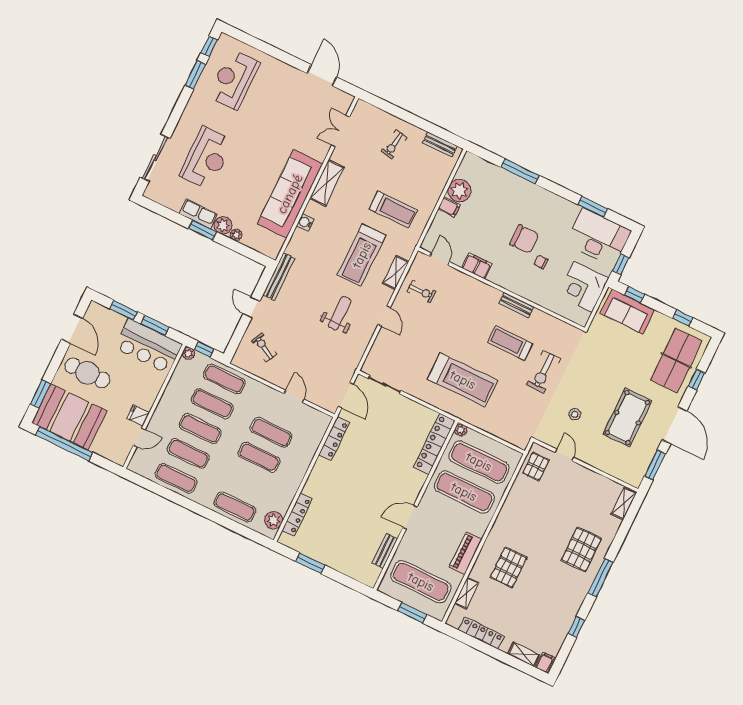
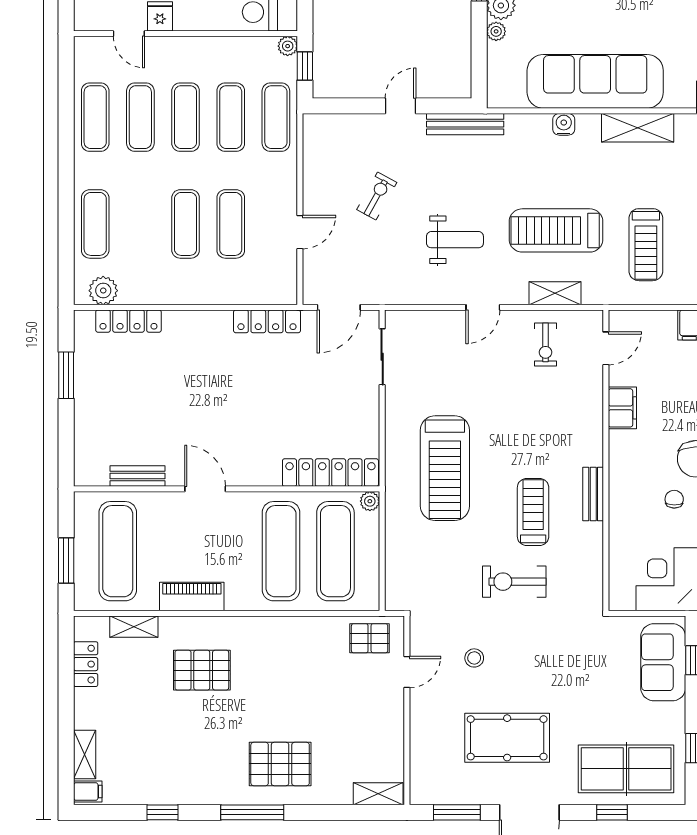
exercise bike: (264, 347) -> (377, 196), moved
locker: (481, 633) -> (86, 664), width x0.66

